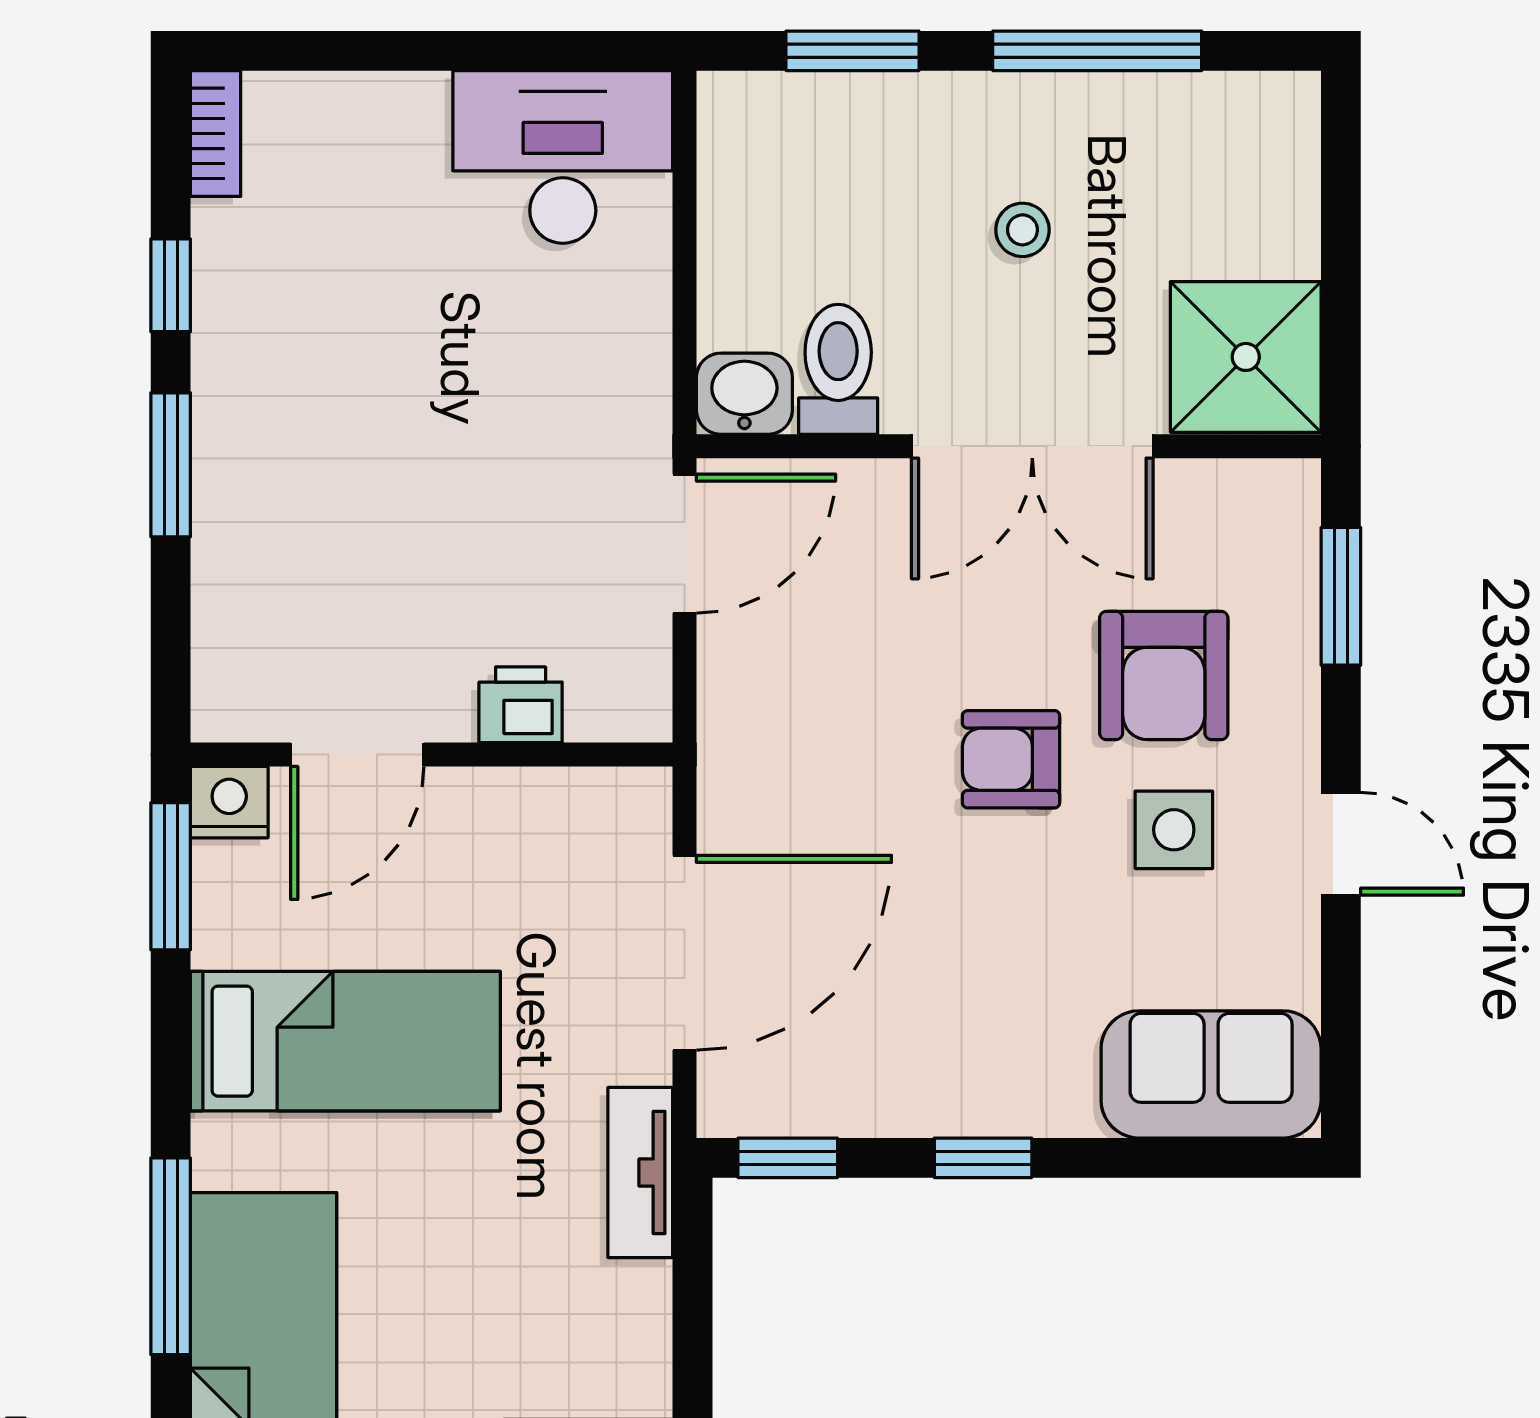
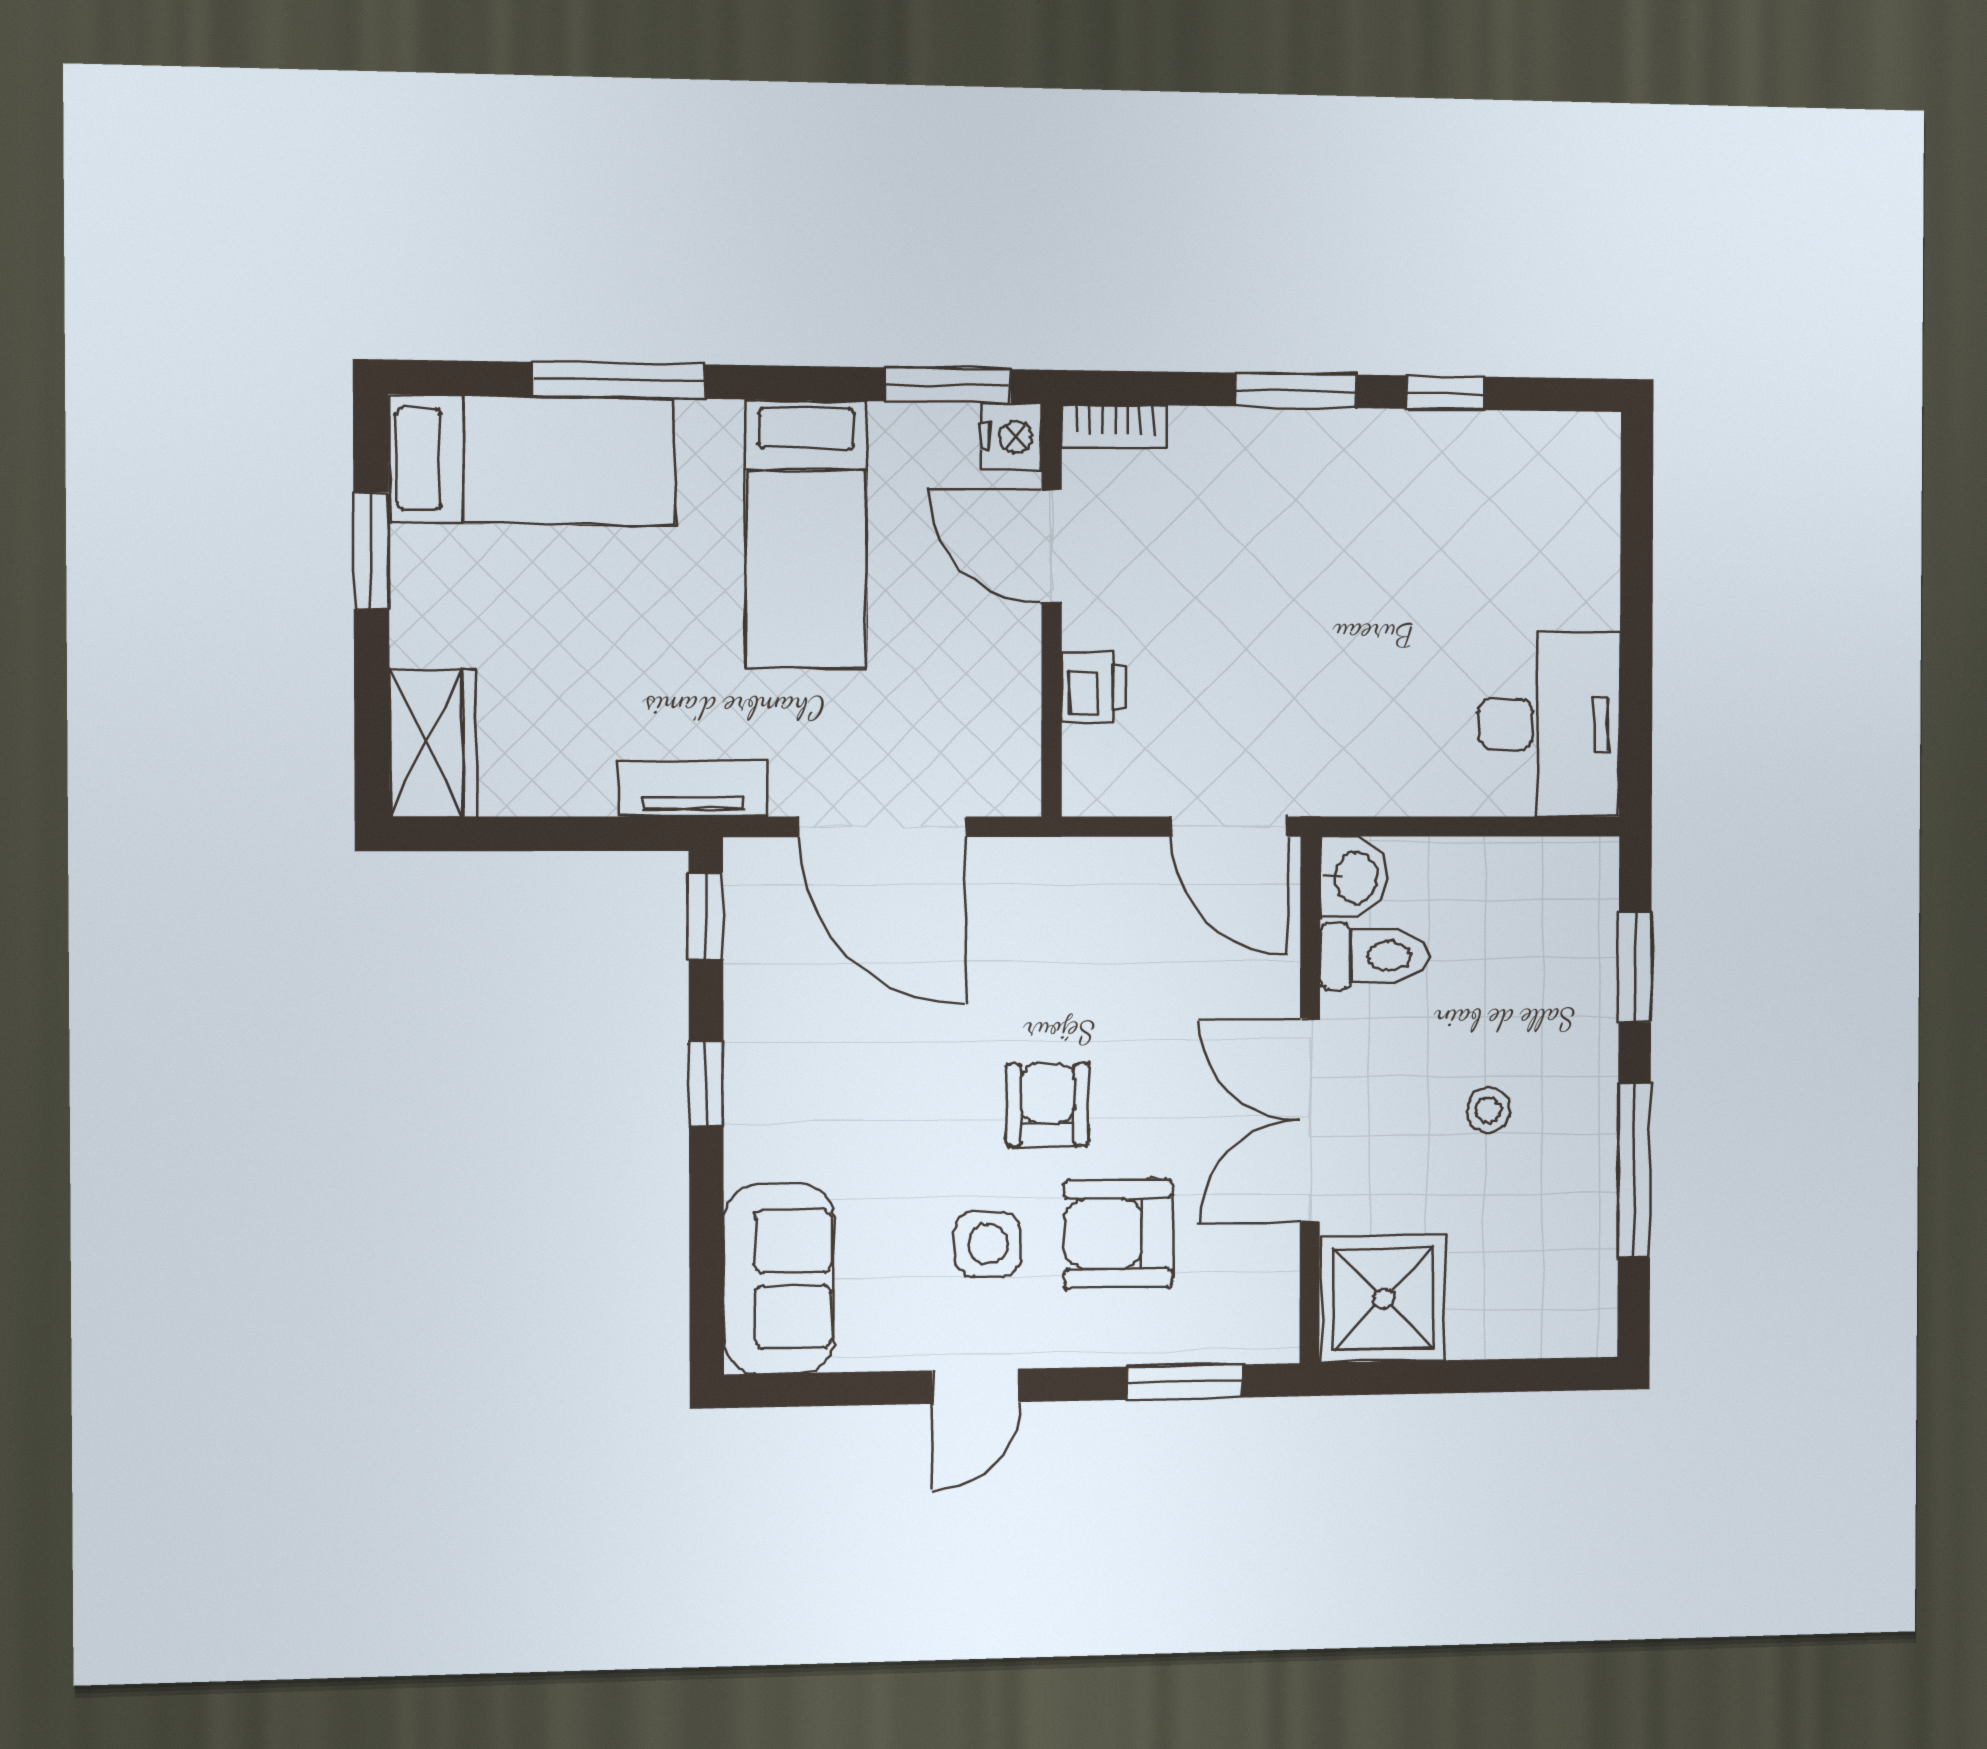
bookcase: (216, 133) -> (1115, 426), moved

